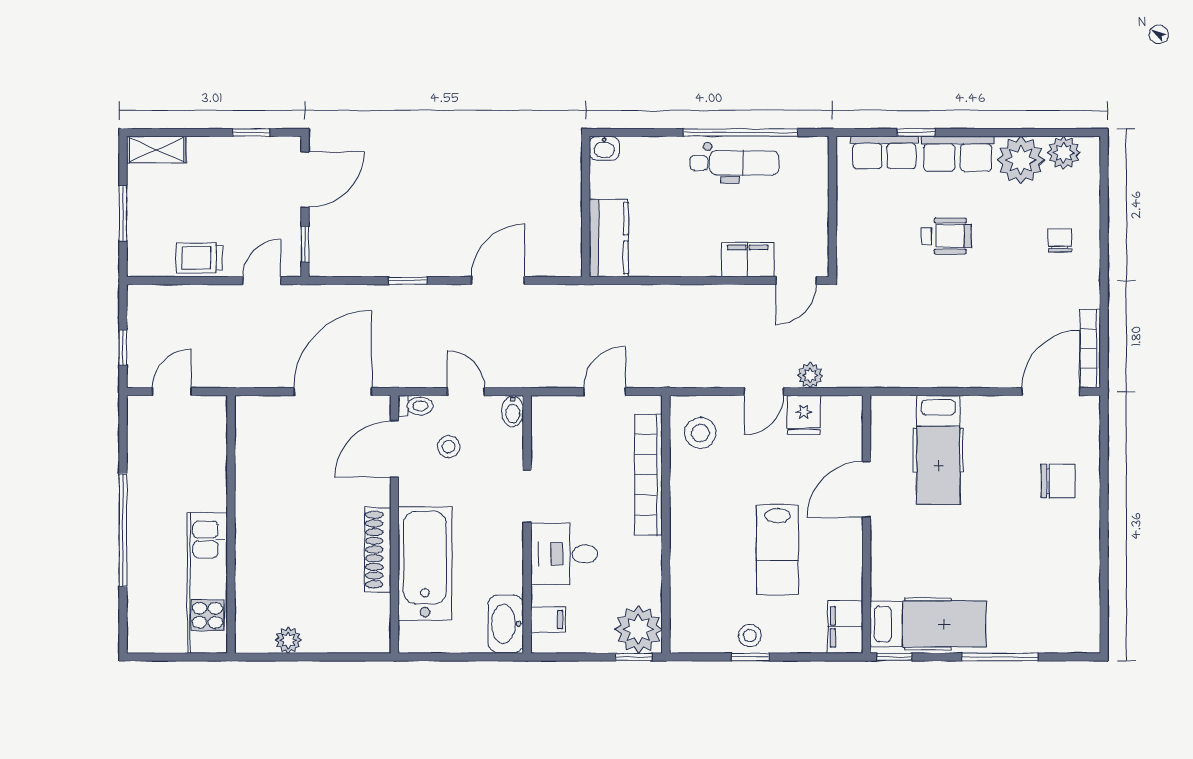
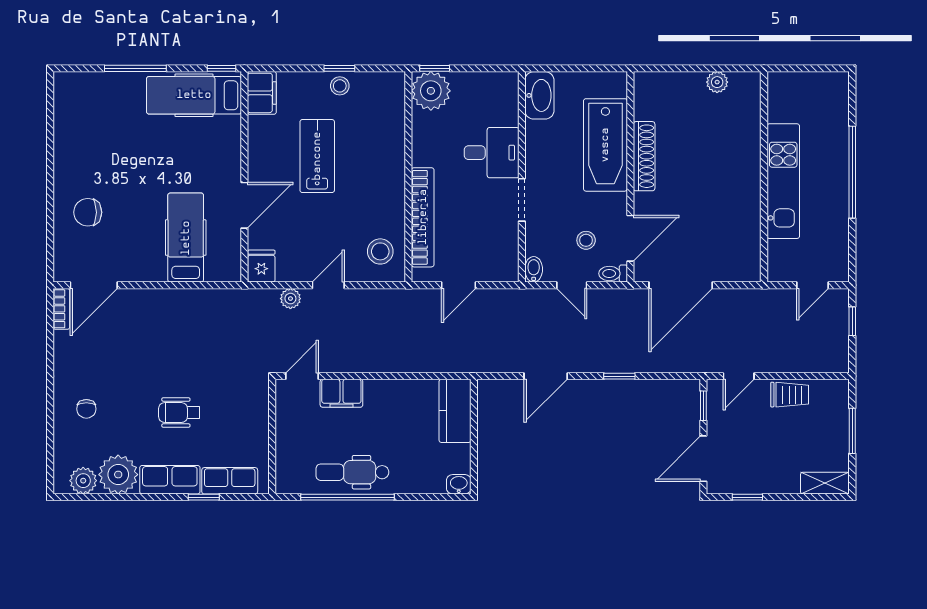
bookcase: (1090, 349) -> (61, 309), width x0.64
fridge: (804, 415) -> (261, 266), moved
kitchen unit: (207, 583) -> (783, 181), moved
filing cabinet: (548, 619) -> (505, 99), removed

